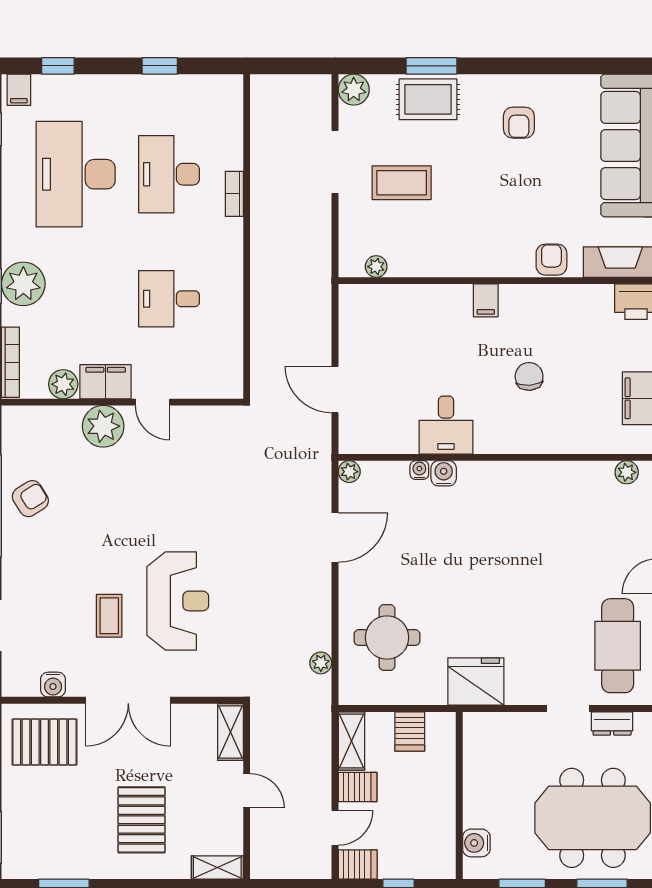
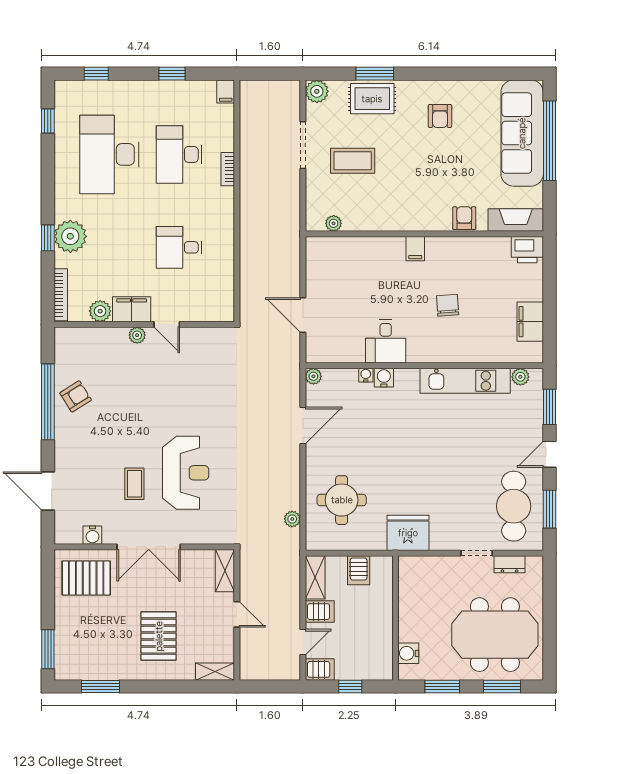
filing cabinet: (19, 90) -> (226, 91), moved
plant: (103, 426) -> (137, 335), width x0.53, depth x0.53
kitchen unit: (553, 478) -> (465, 381), added

